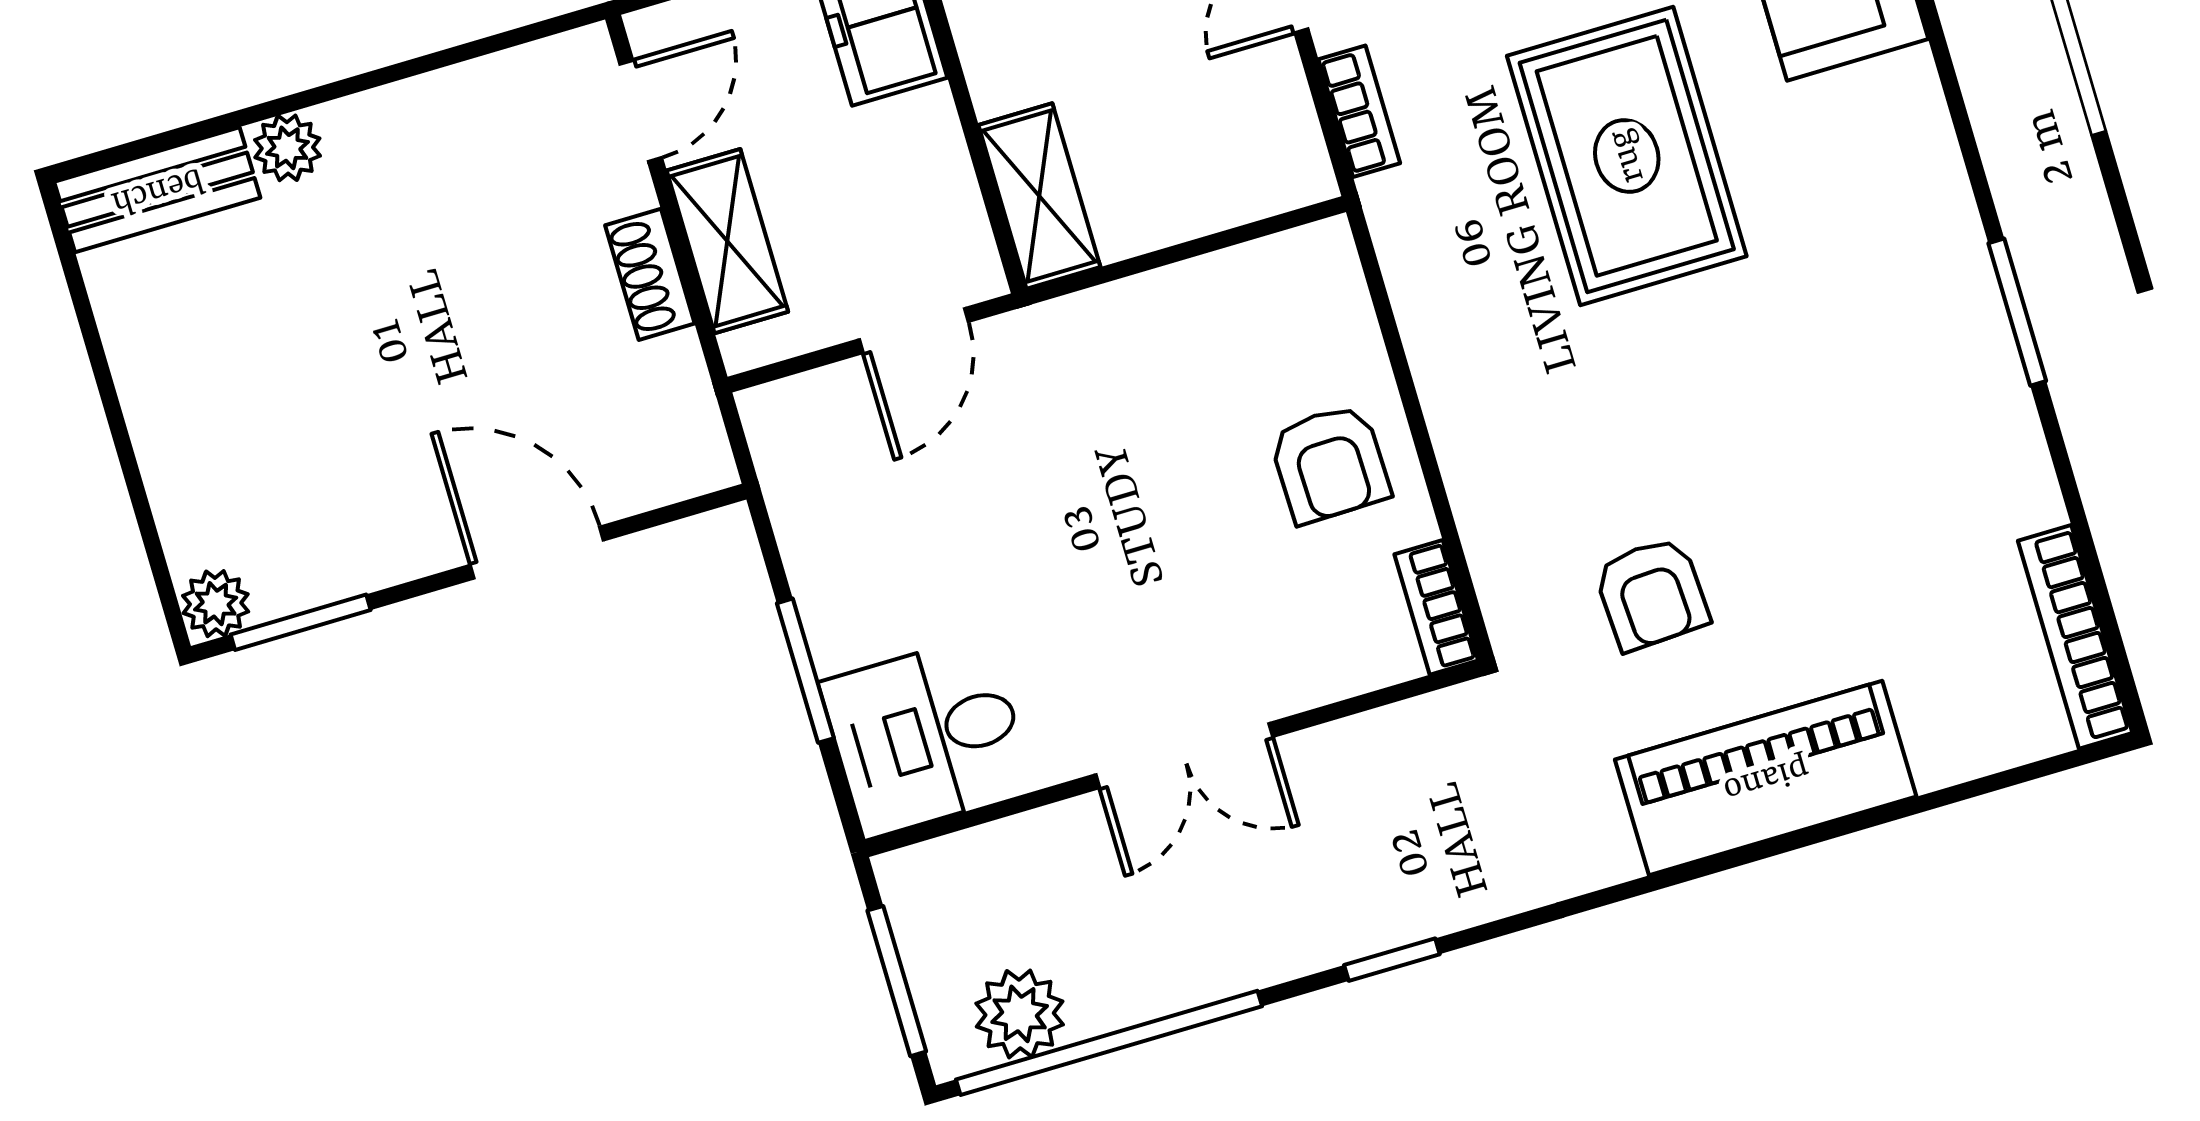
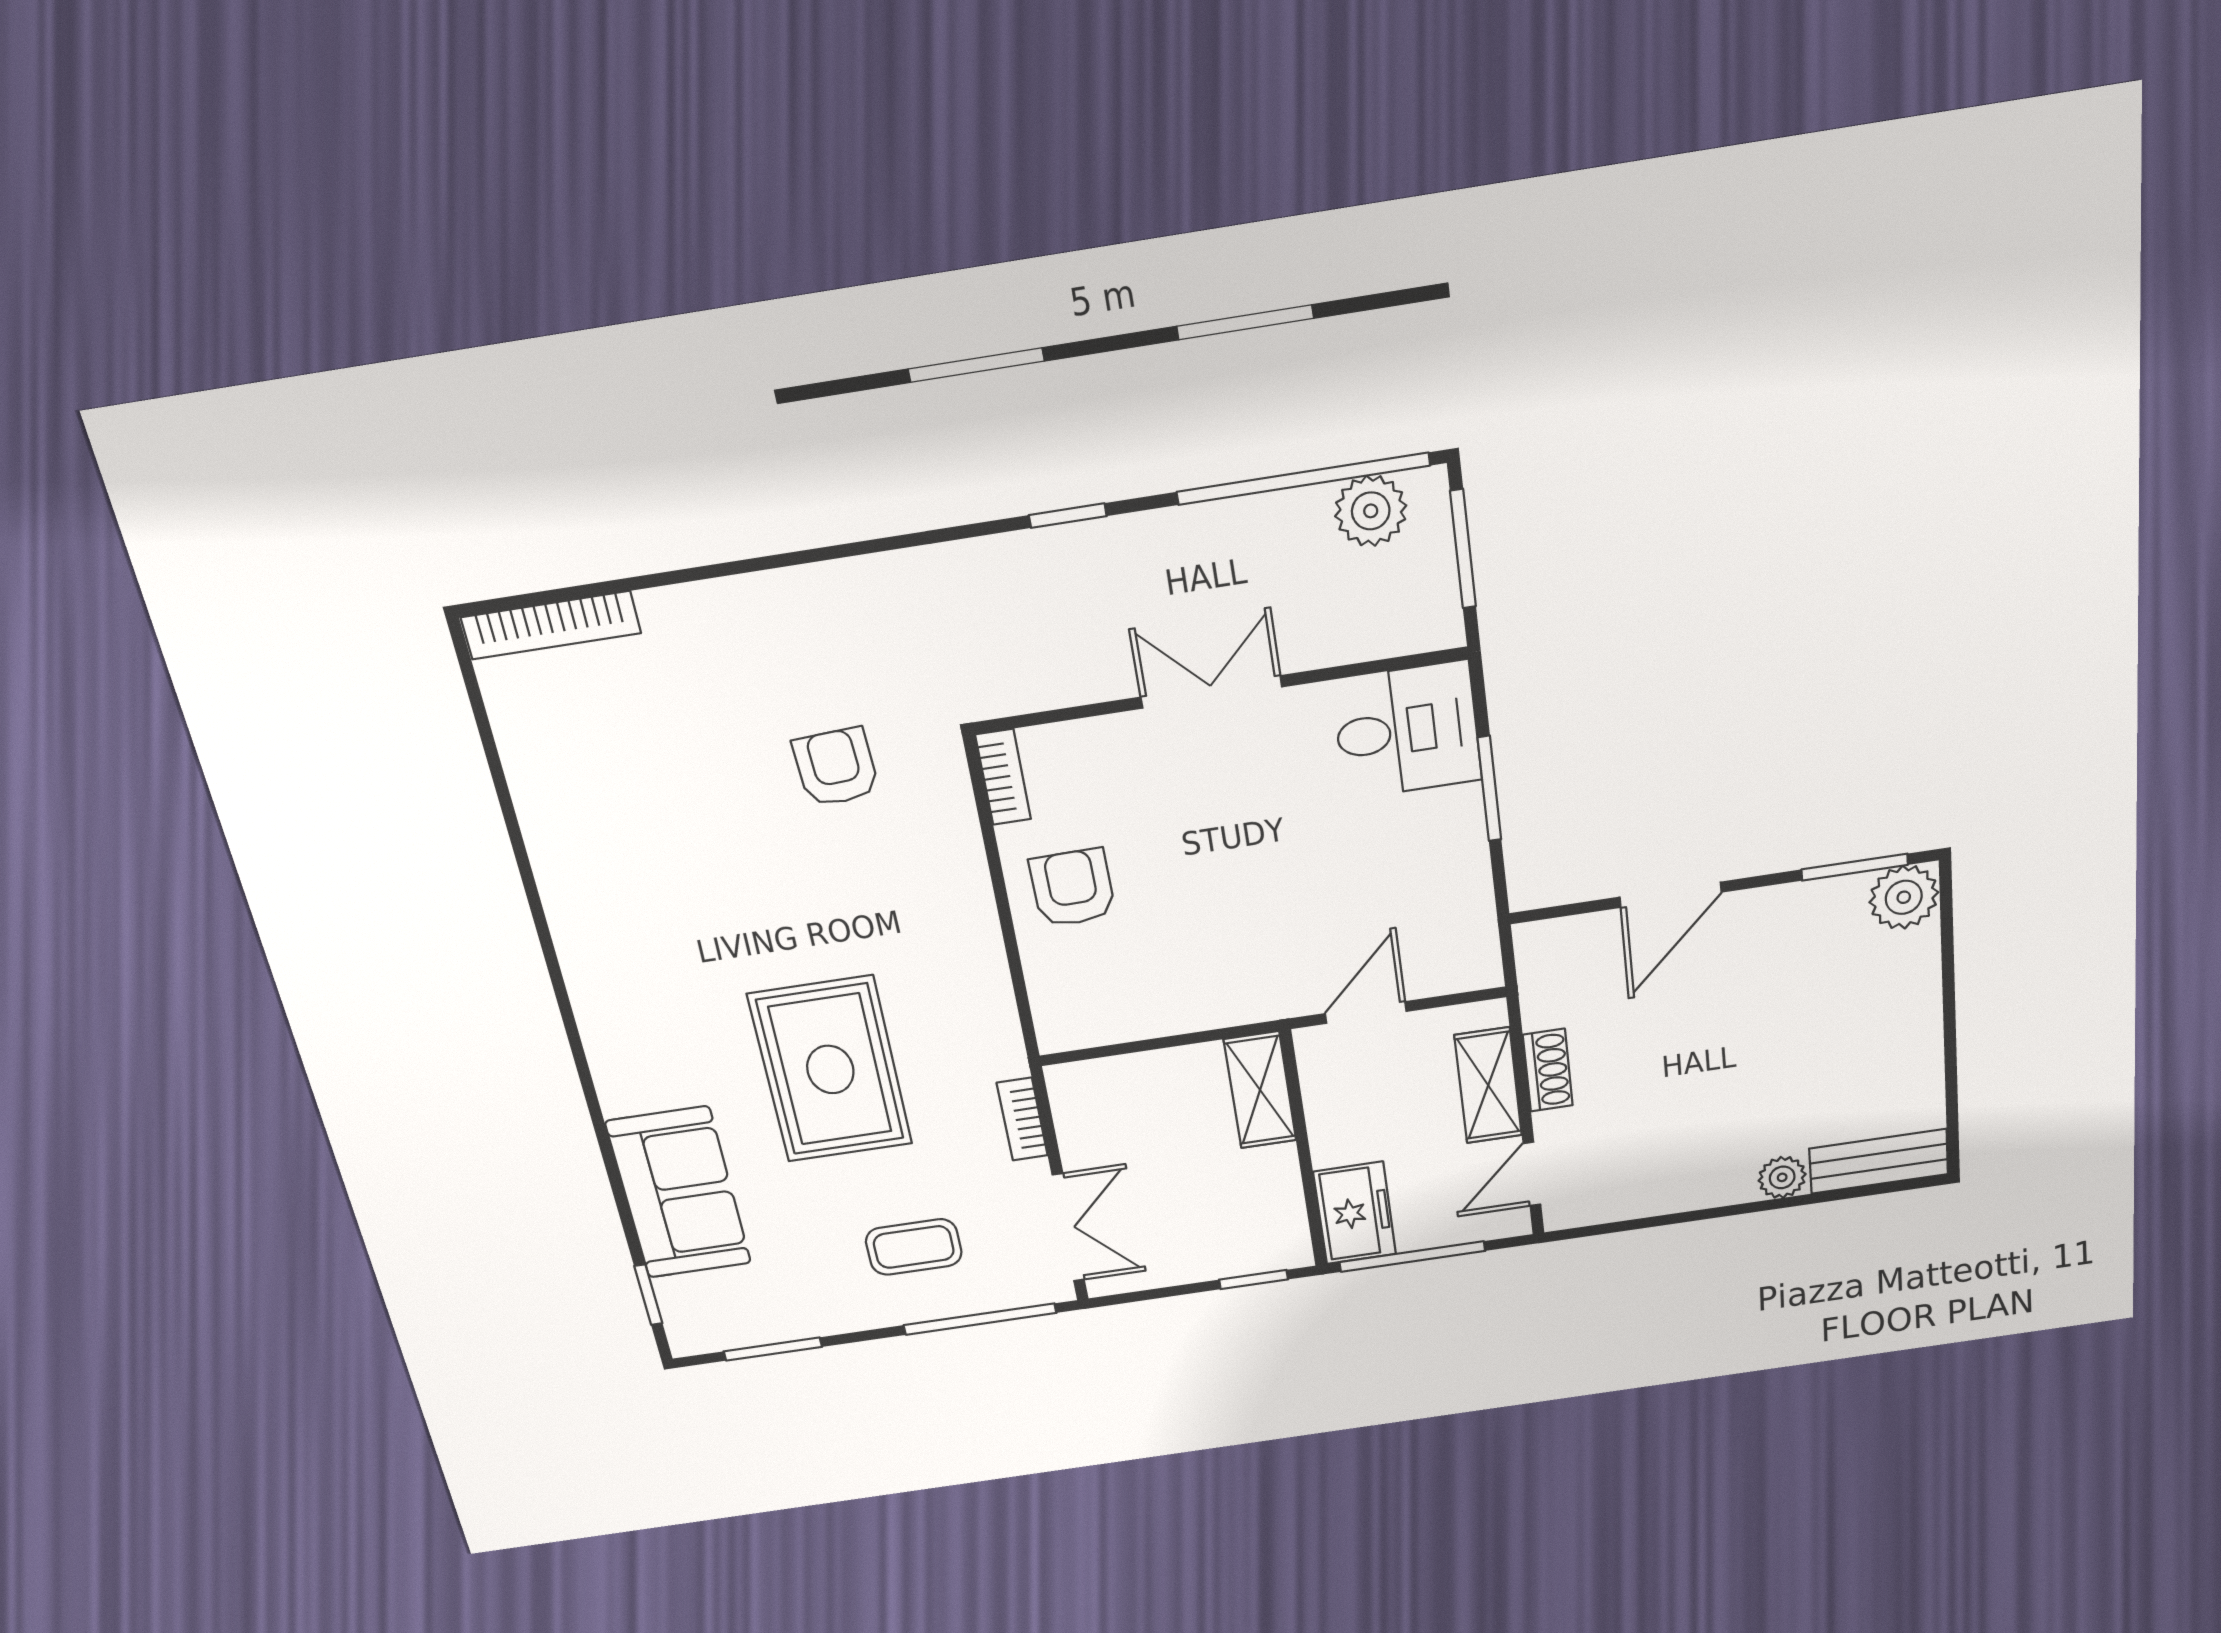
window: (2017, 312) -> (544, 933), removed
door: (537, 553) -> (1671, 895), hinge flipped
plant: (216, 604) -> (1904, 897), width x1.38, depth x1.38
bookcase: (2075, 637) -> (551, 625), moved, turned 90
piano: (1766, 778) -> (756, 619), removed

